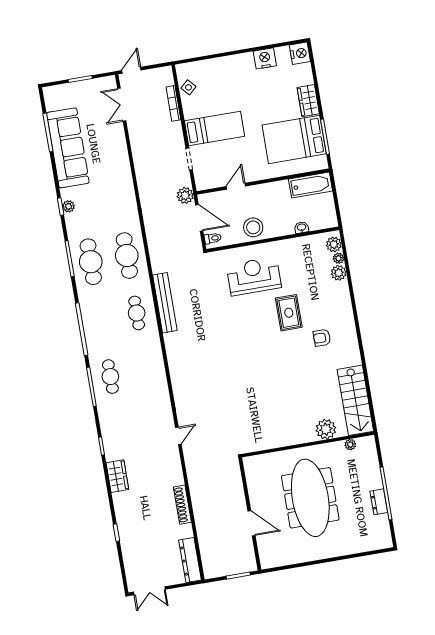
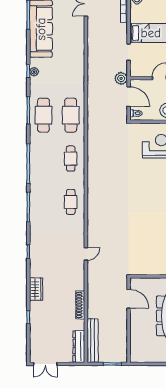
bench: (165, 303) -> (93, 341), moved
cafe table: (110, 377) -> (71, 202), moved
wardrobe: (117, 476) -> (36, 289), moved
door: (251, 523) -> (129, 299), moved

